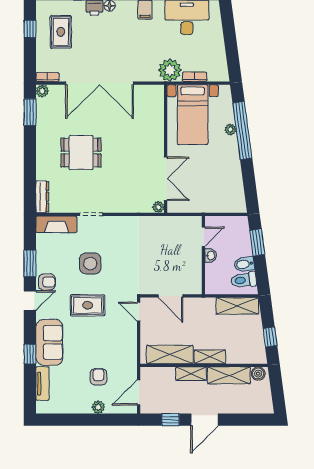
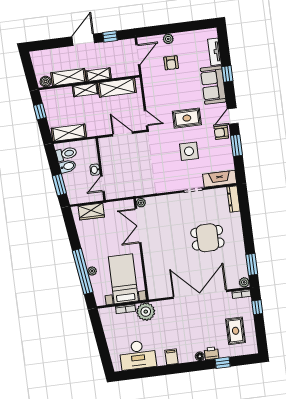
window: (30, 29) -> (257, 307), moved
wardrobe: (222, 204) -> (91, 212), added

